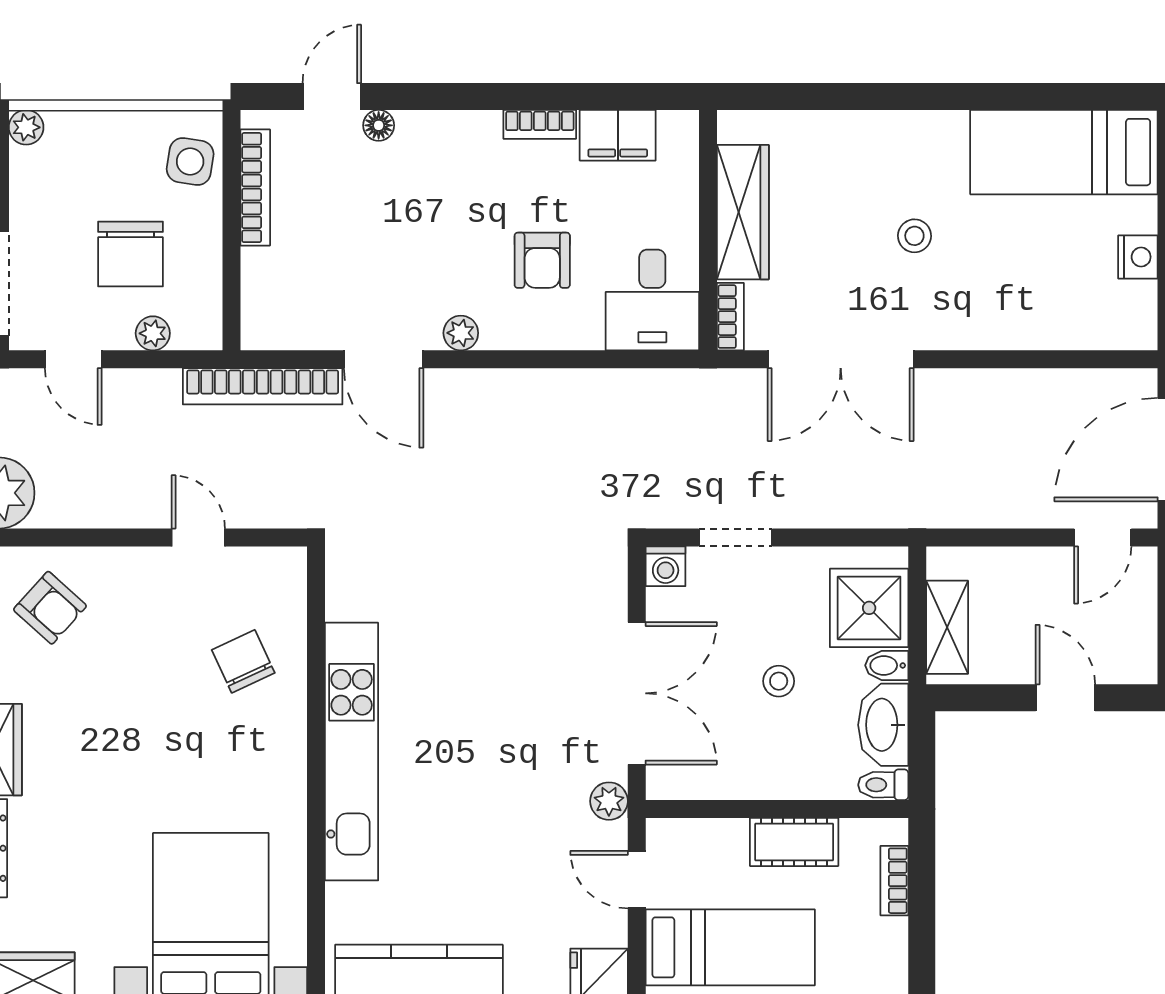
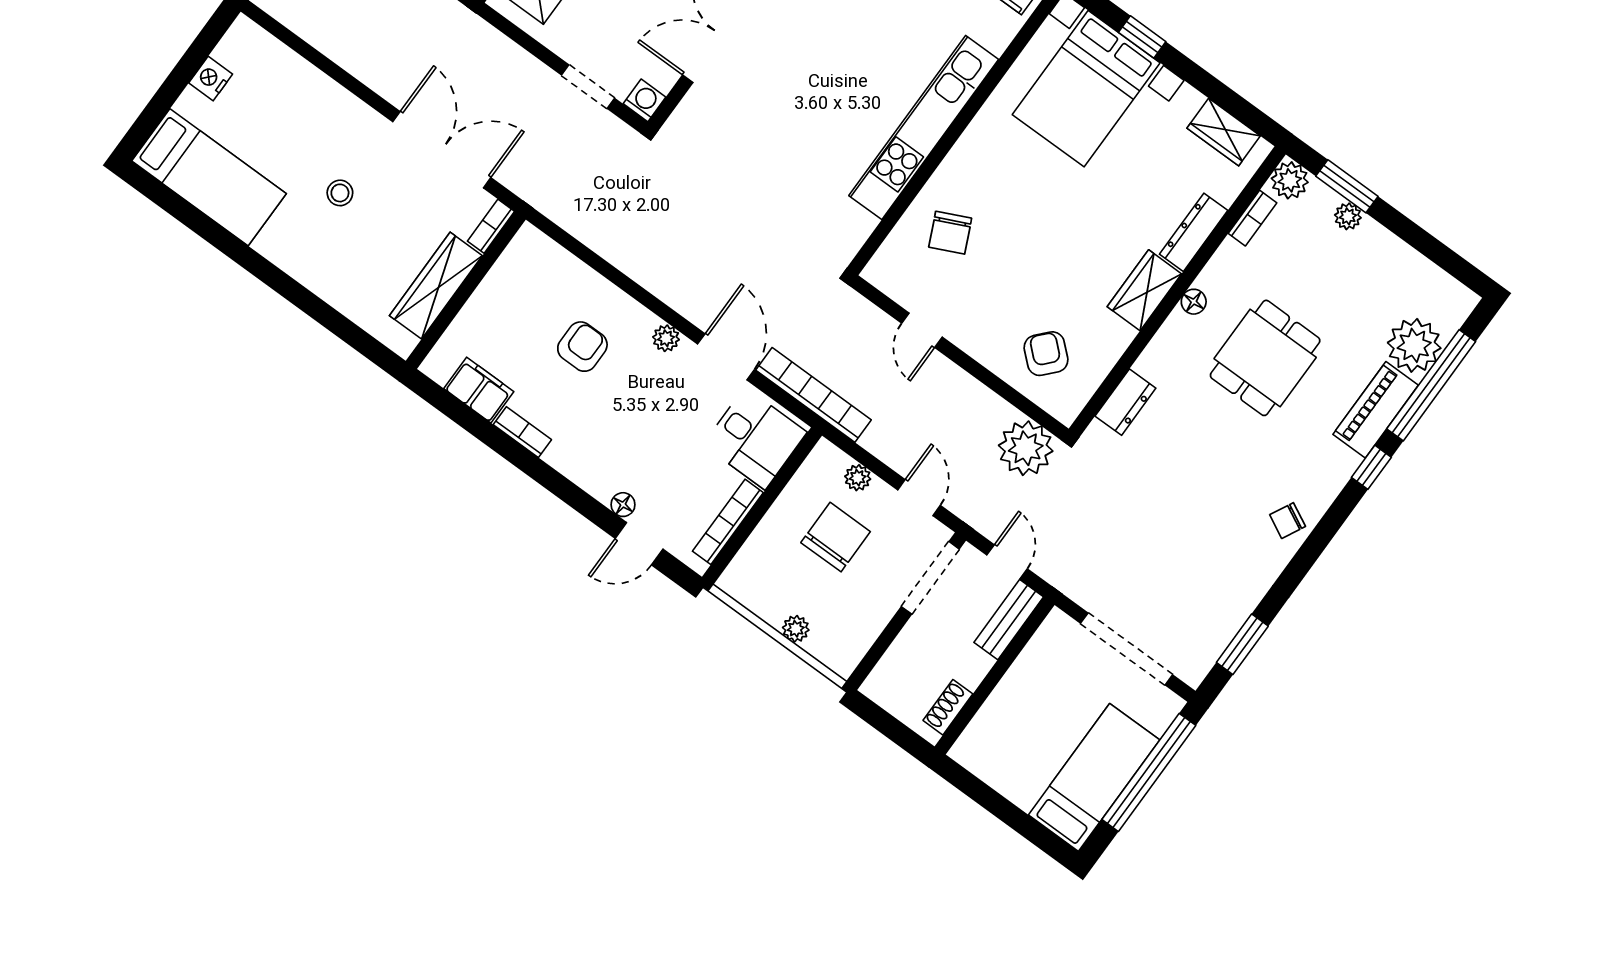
plant: (26, 127) -> (796, 629), moved
side table: (190, 162) -> (757, 568), removed
desk: (652, 300) -> (755, 438), moved, turned 90

